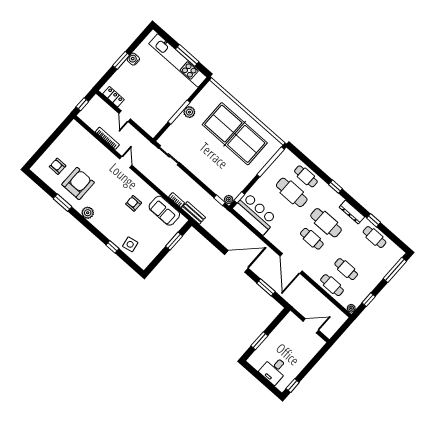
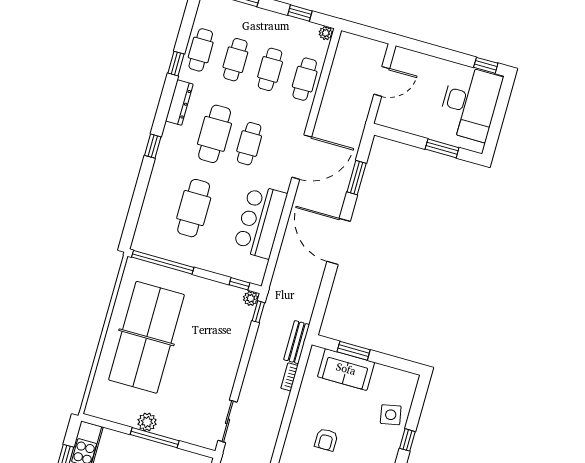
cafe table: (306, 176) -> (235, 60), moved
sofa: (164, 211) -> (346, 369), moved, turned 90
bar counter: (255, 214) -> (260, 221), moved
door: (311, 326) -> (382, 81), swing flipped
desk: (274, 370) -> (470, 103), width x1.87, depth x1.30

